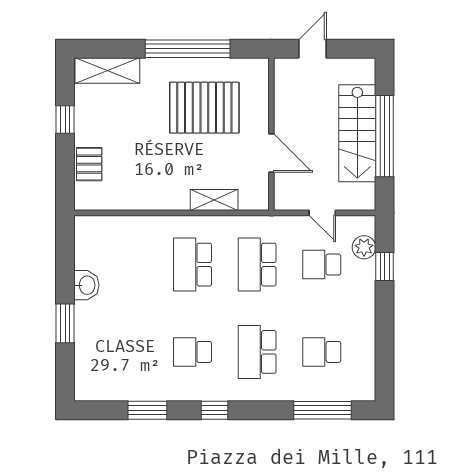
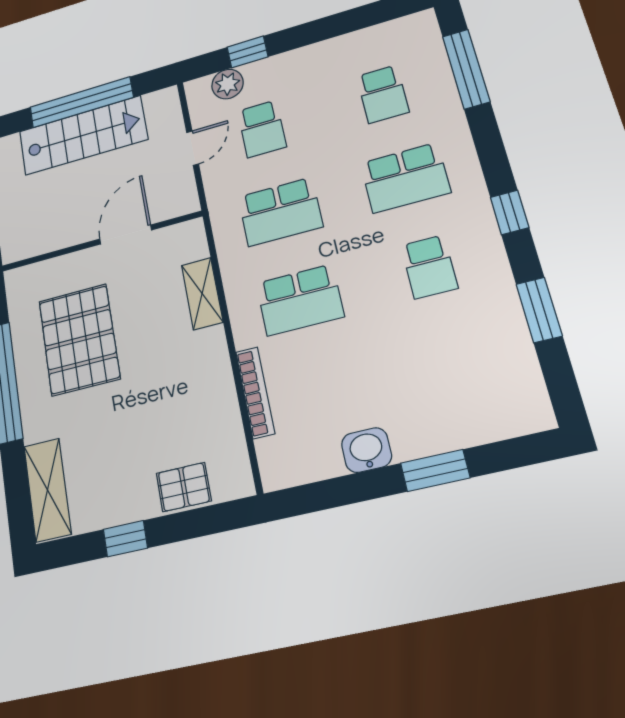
bookcase: (139, 223) -> (255, 393), added

